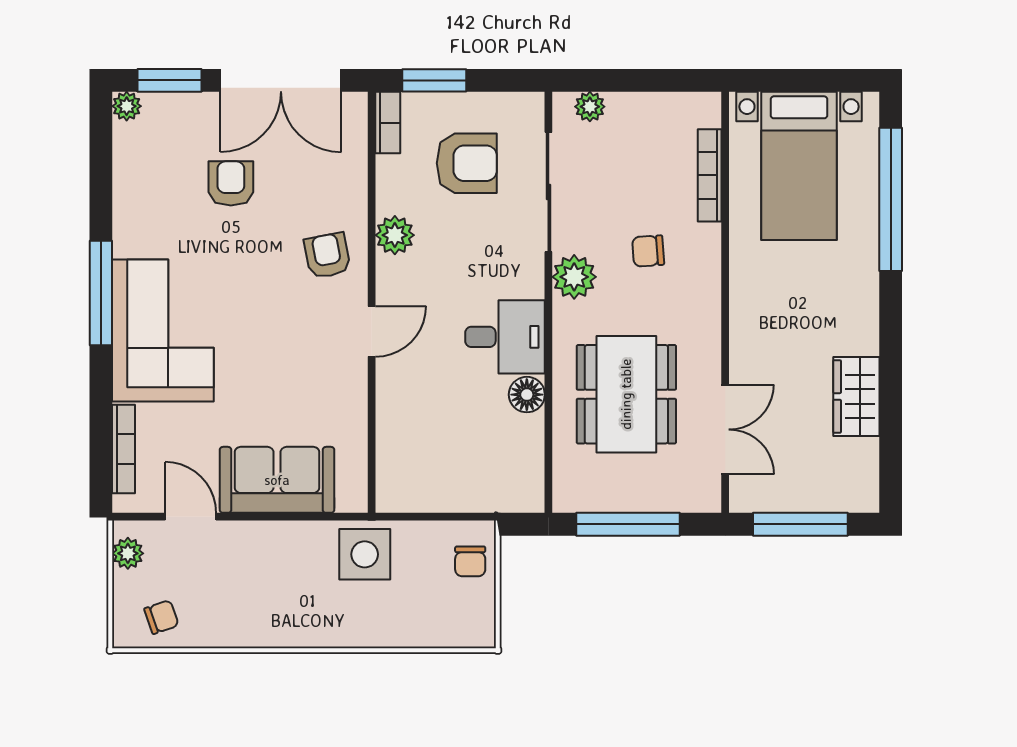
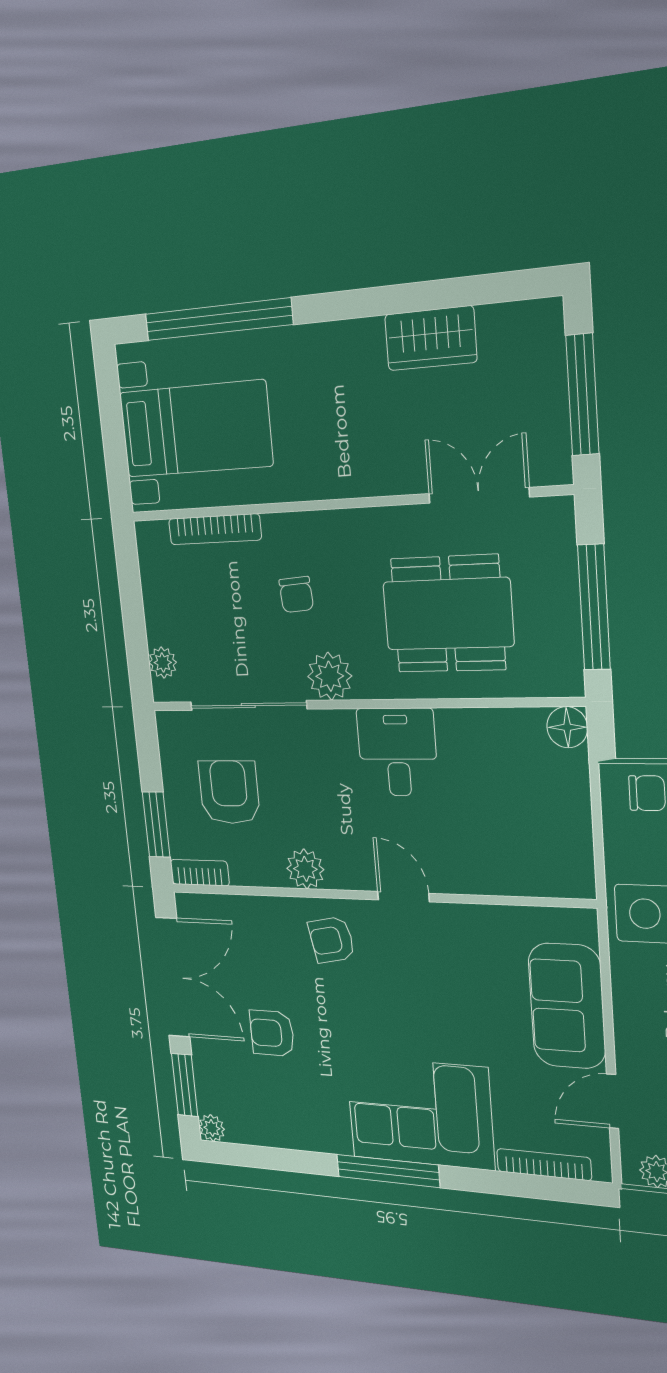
floor lamp: (527, 395) -> (567, 727), moved

